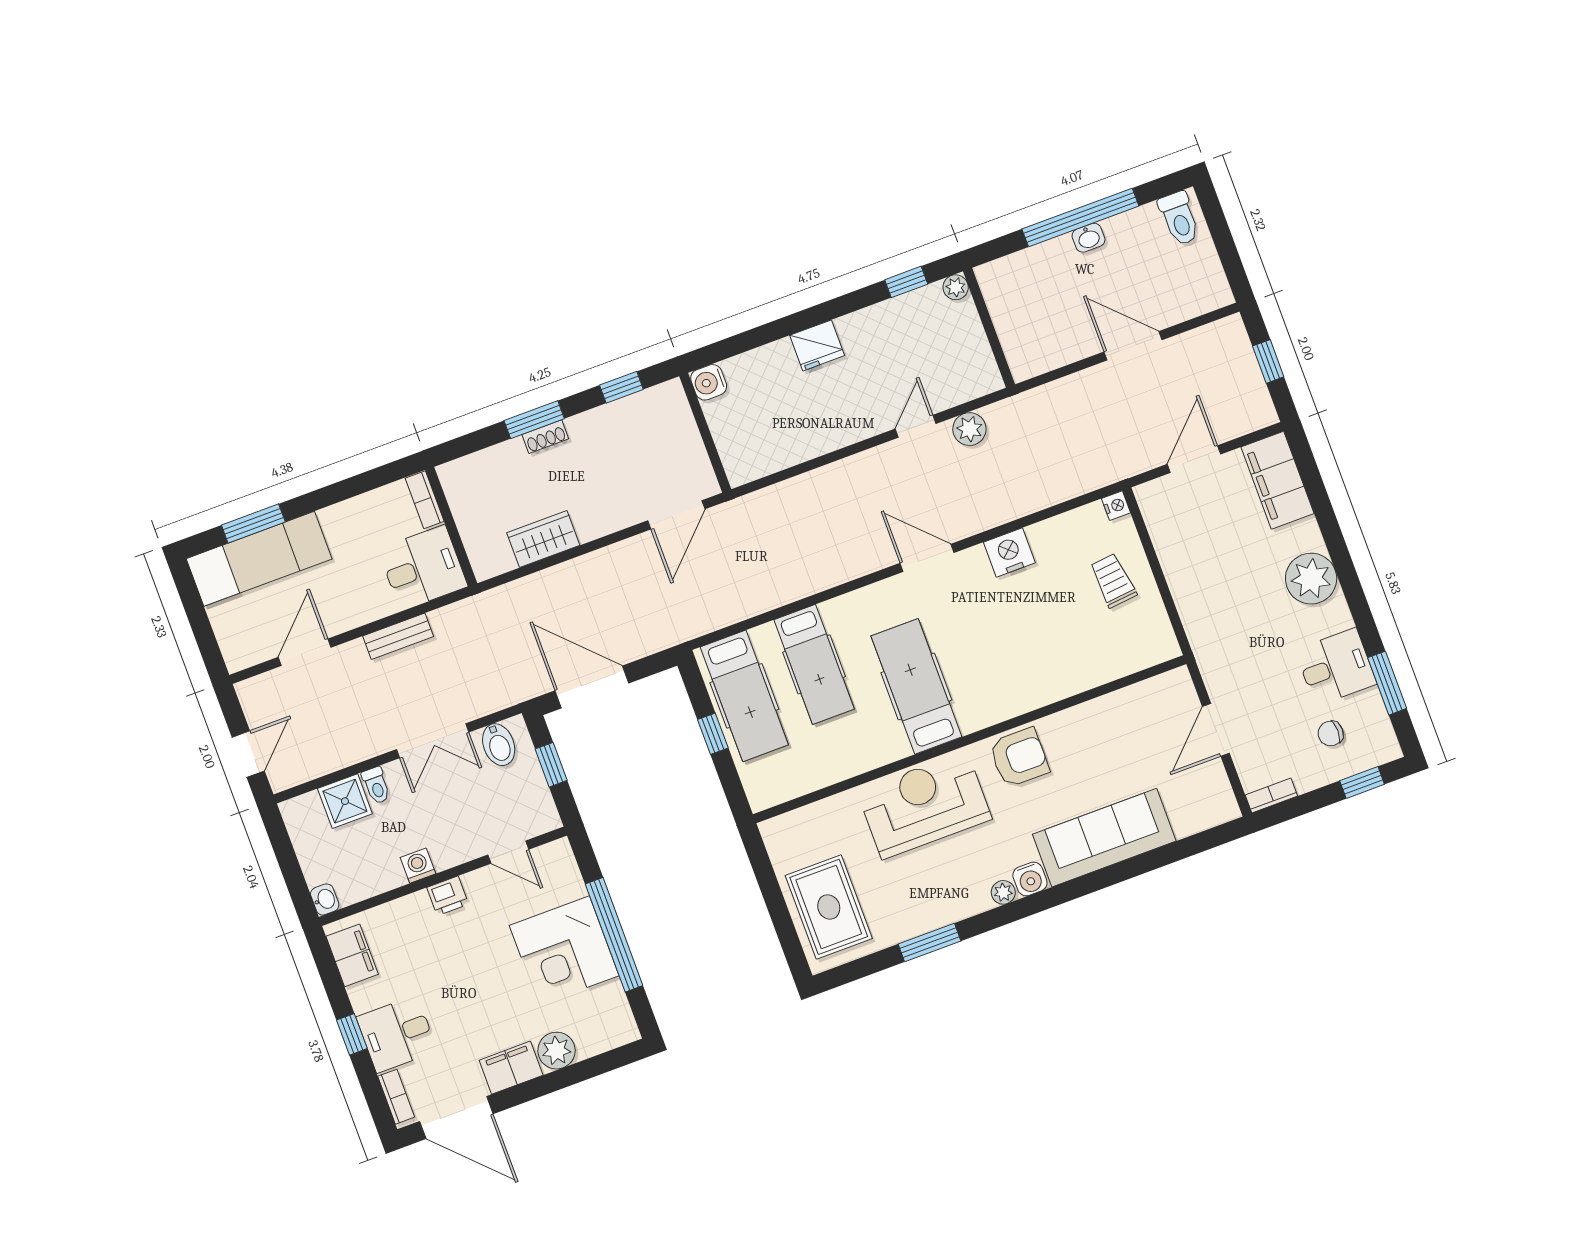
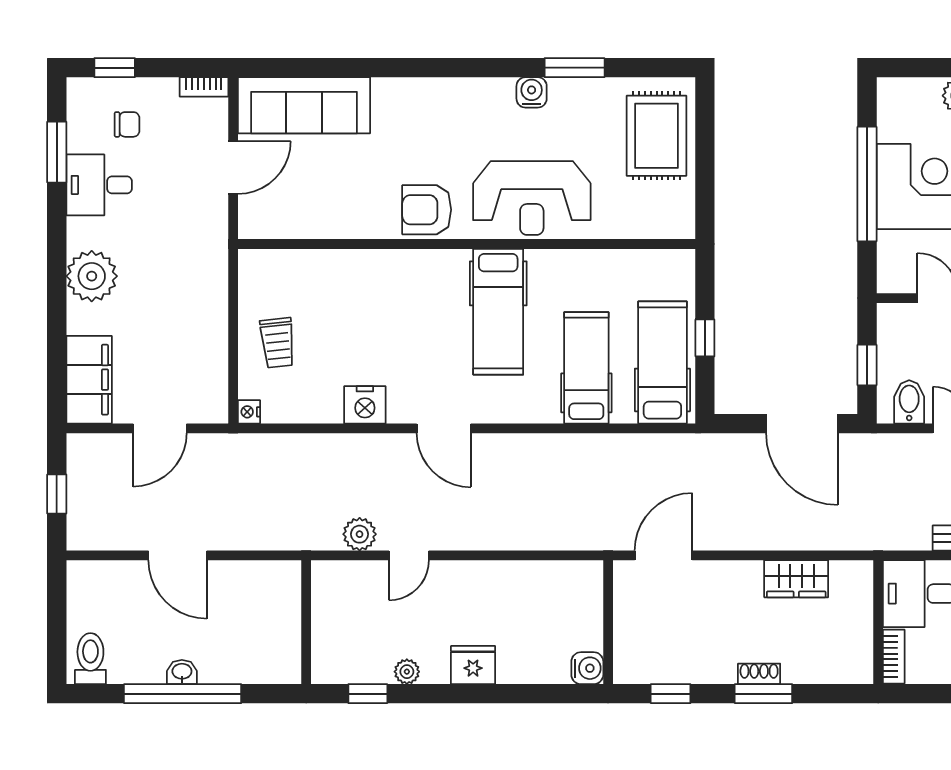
plant: (956, 287) -> (407, 672), moved
sofa: (1104, 838) -> (304, 105), moved
water cooler: (1030, 879) -> (532, 92), moved
plant: (1003, 892) -> (488, 89), removed

